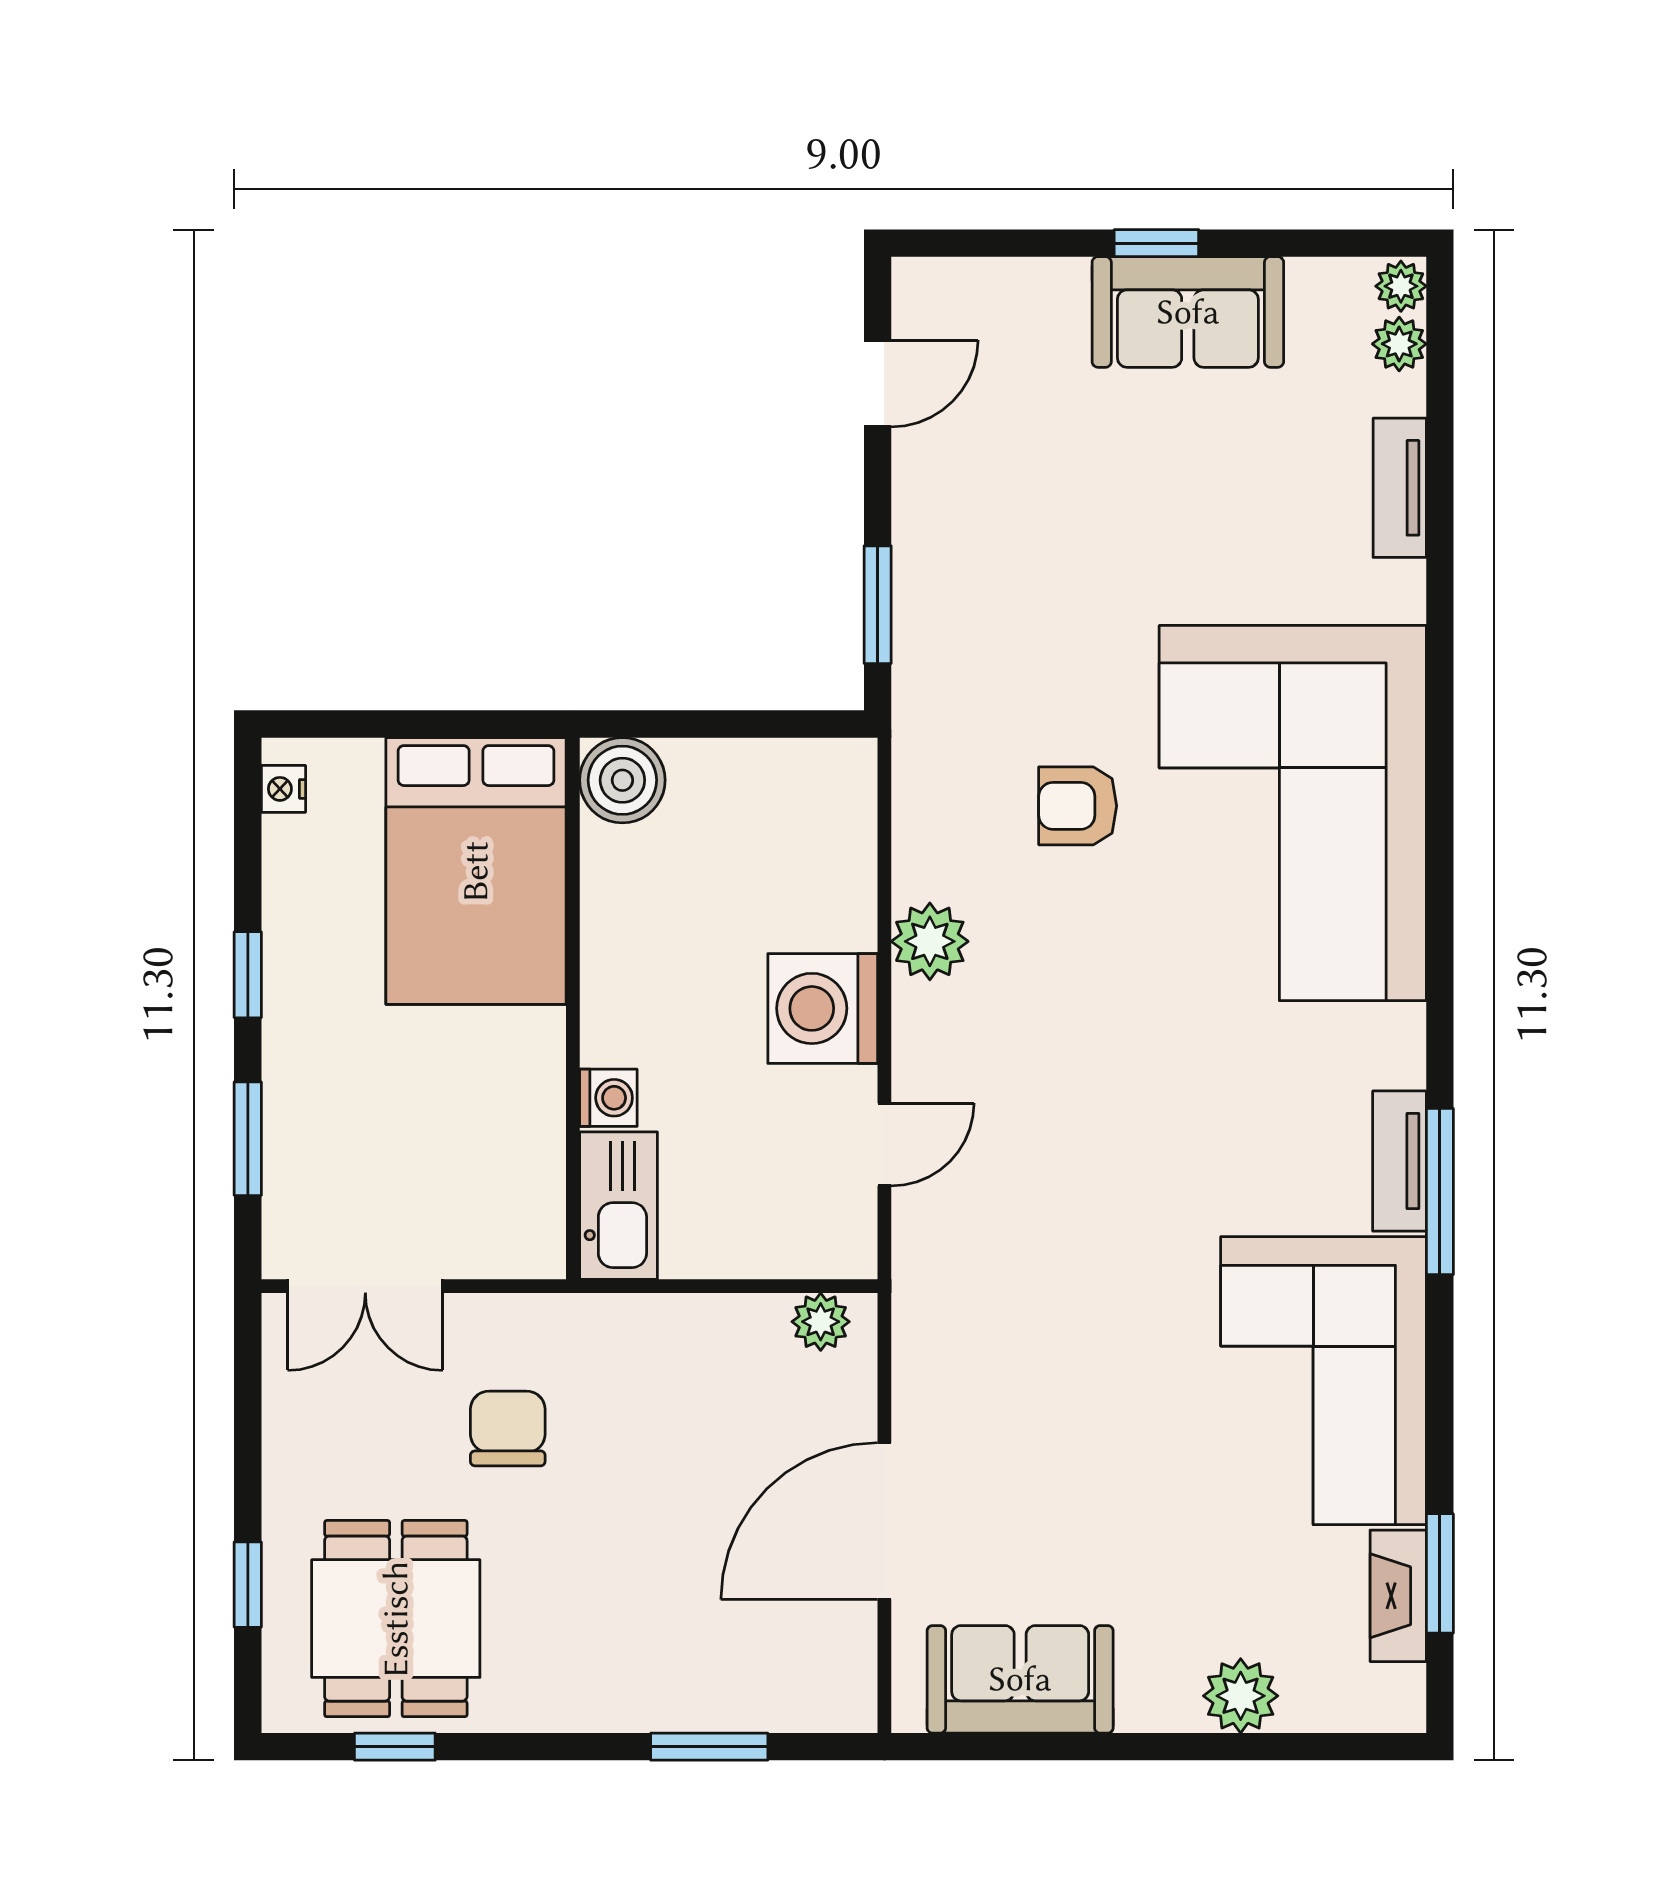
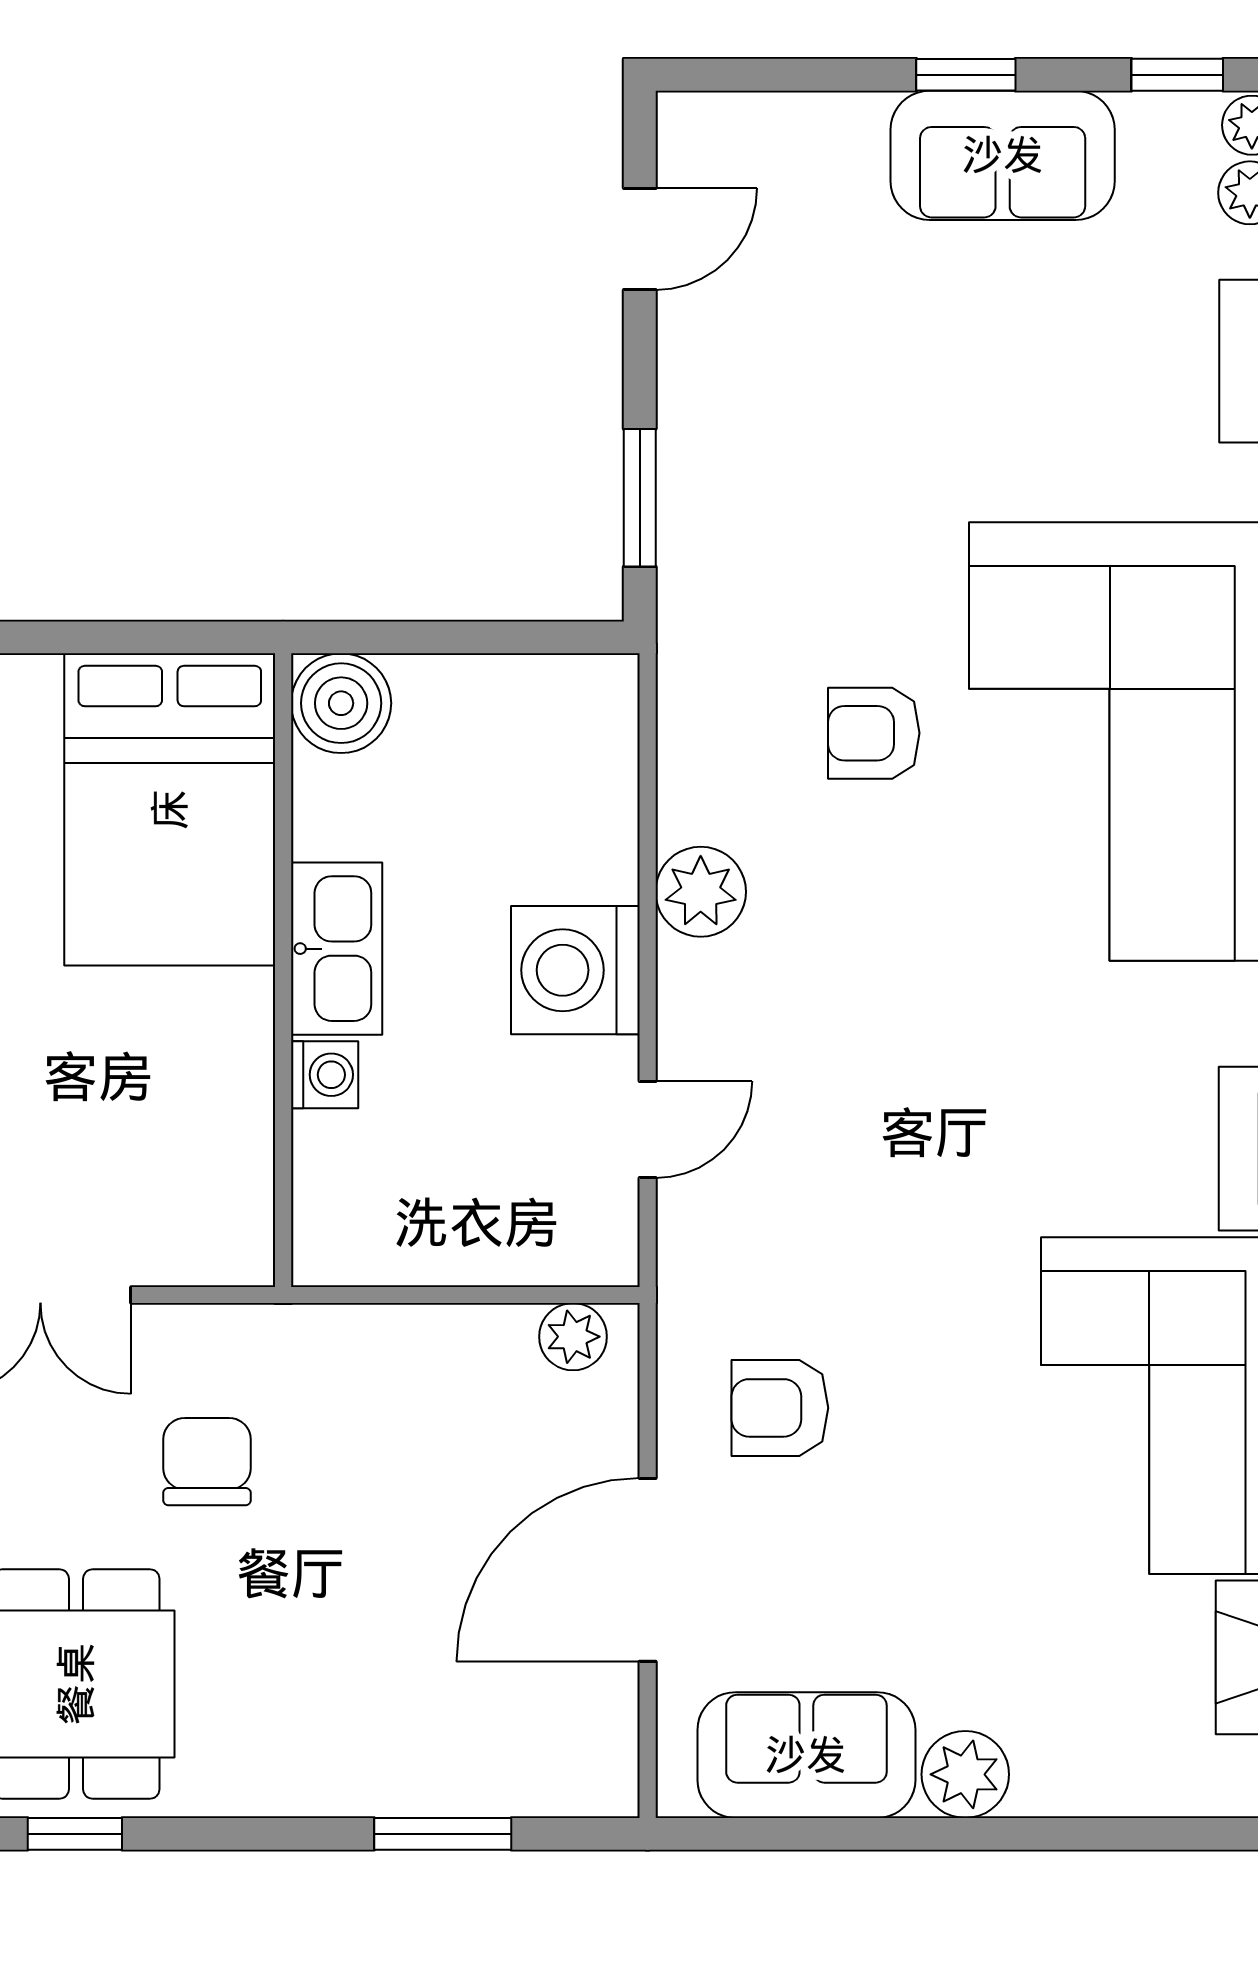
window: (1337, 243) -> (1177, 75), added
kitchen sink: (619, 1206) -> (337, 949), moved
armchair: (997, 1383) -> (780, 1408), added
plant: (1241, 1696) -> (965, 1774), moved

